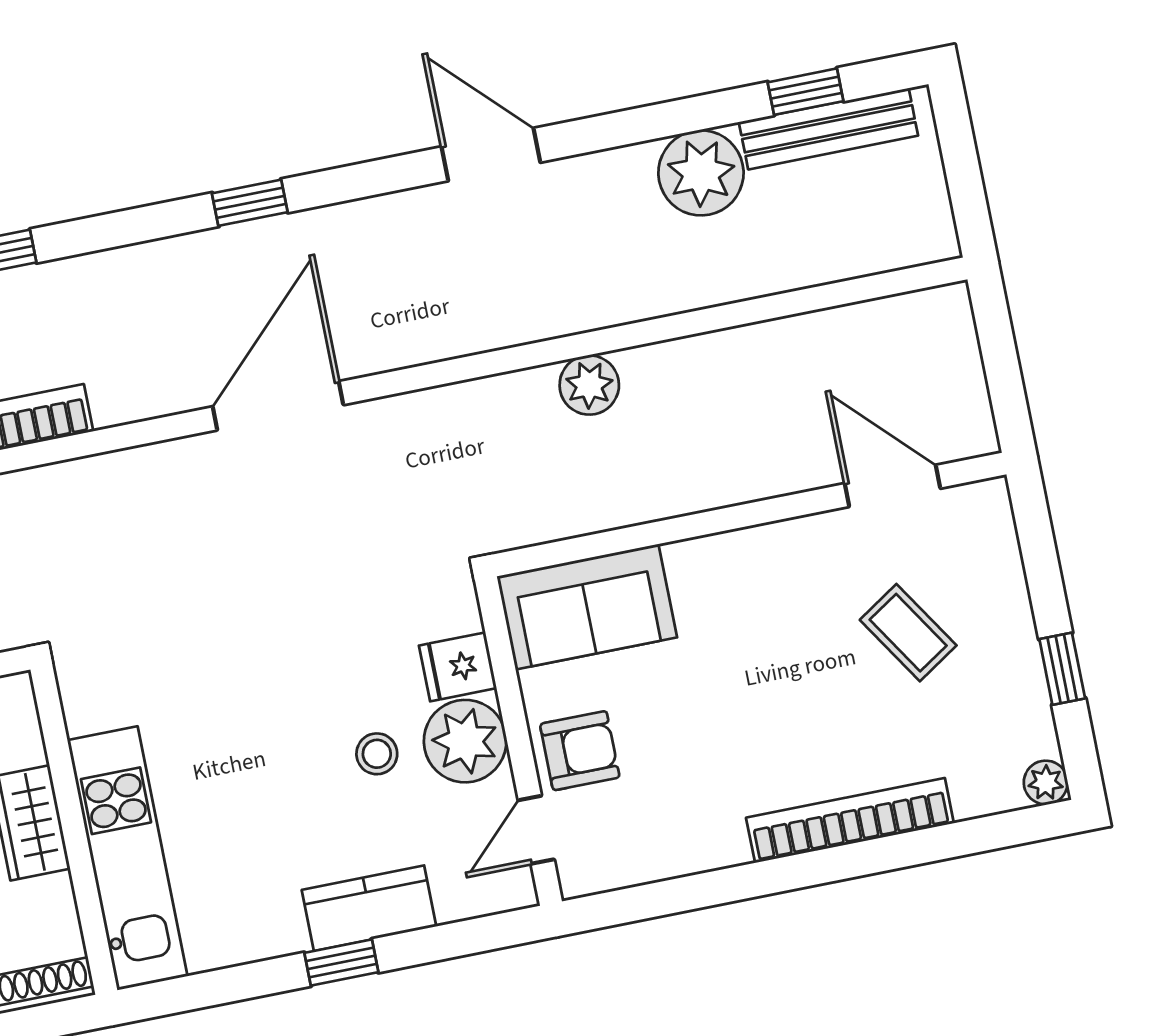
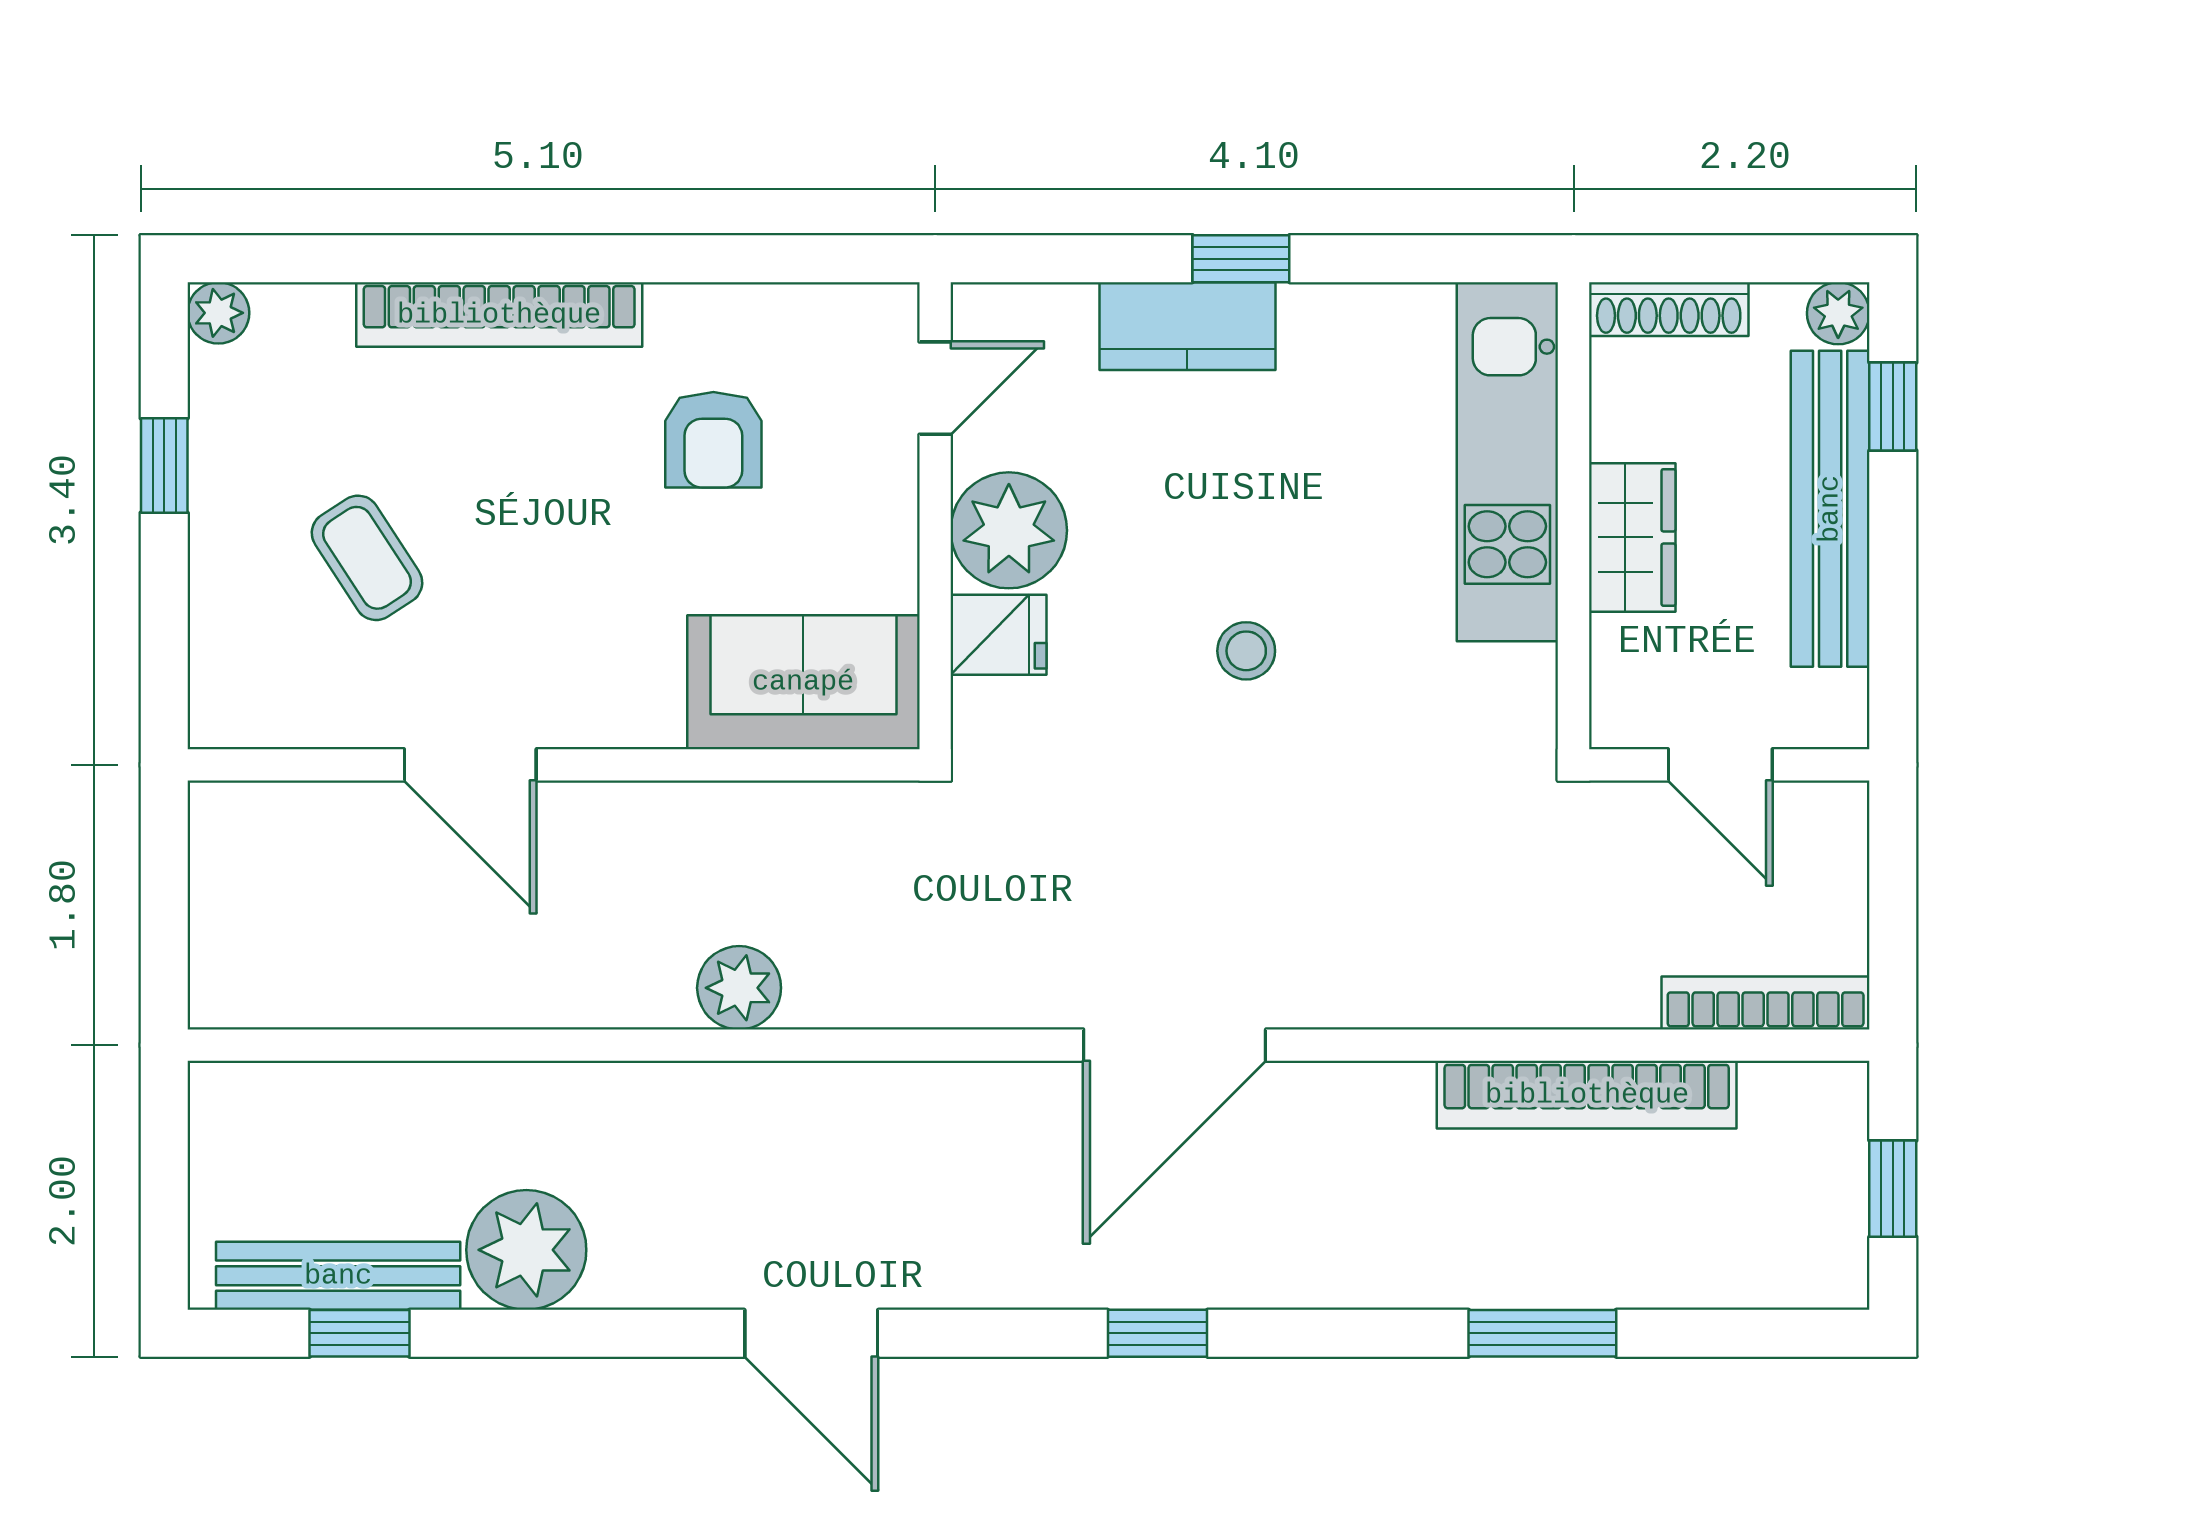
door: (892, 486) -> (470, 765), moved
armchair: (580, 751) -> (713, 440), moved, turned -90
stool: (377, 754) -> (1246, 651), moved

